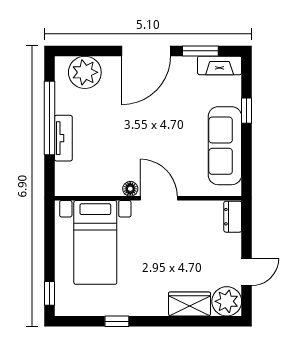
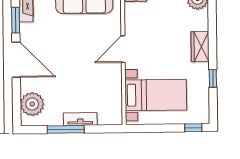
window: (49, 118) -> (66, 129), width x0.68
floor lamp: (130, 189) -> (116, 70), removed
wardrobe: (189, 304) -> (200, 47), moved

